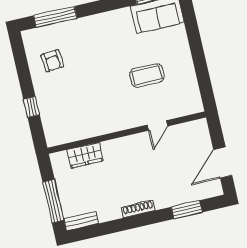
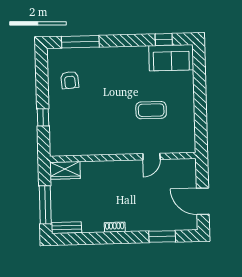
wardrobe: (85, 155) -> (65, 170), moved
door: (223, 163) -> (203, 201), hinge flipped
shoe rack: (138, 209) -> (115, 227), width x0.70

